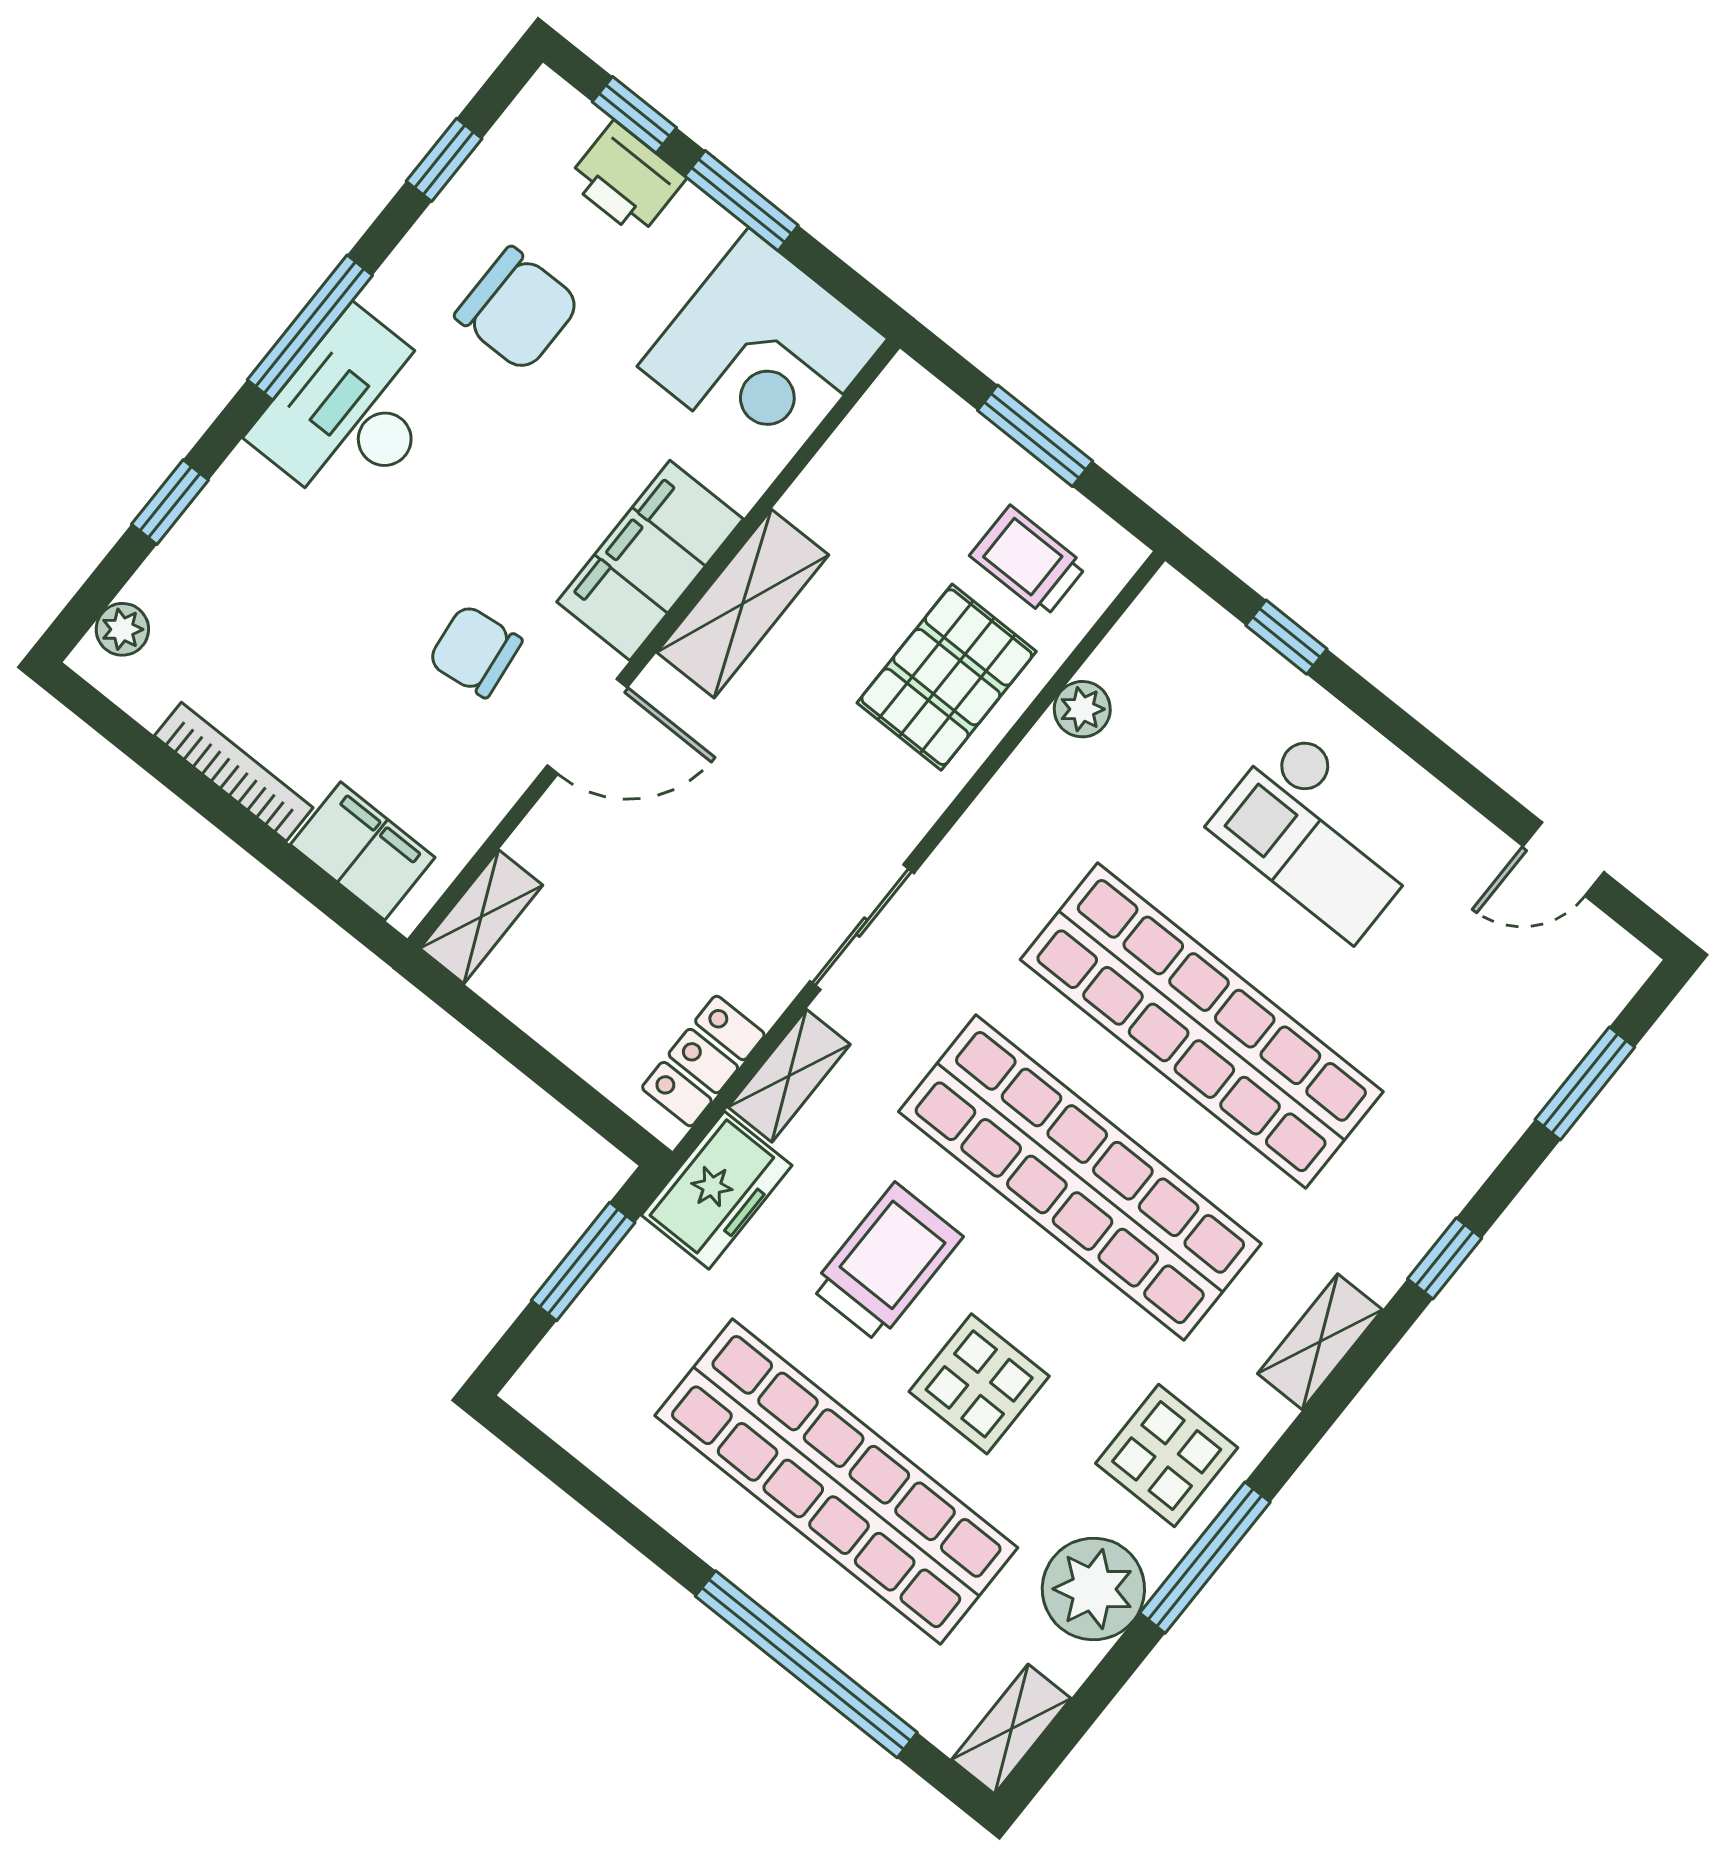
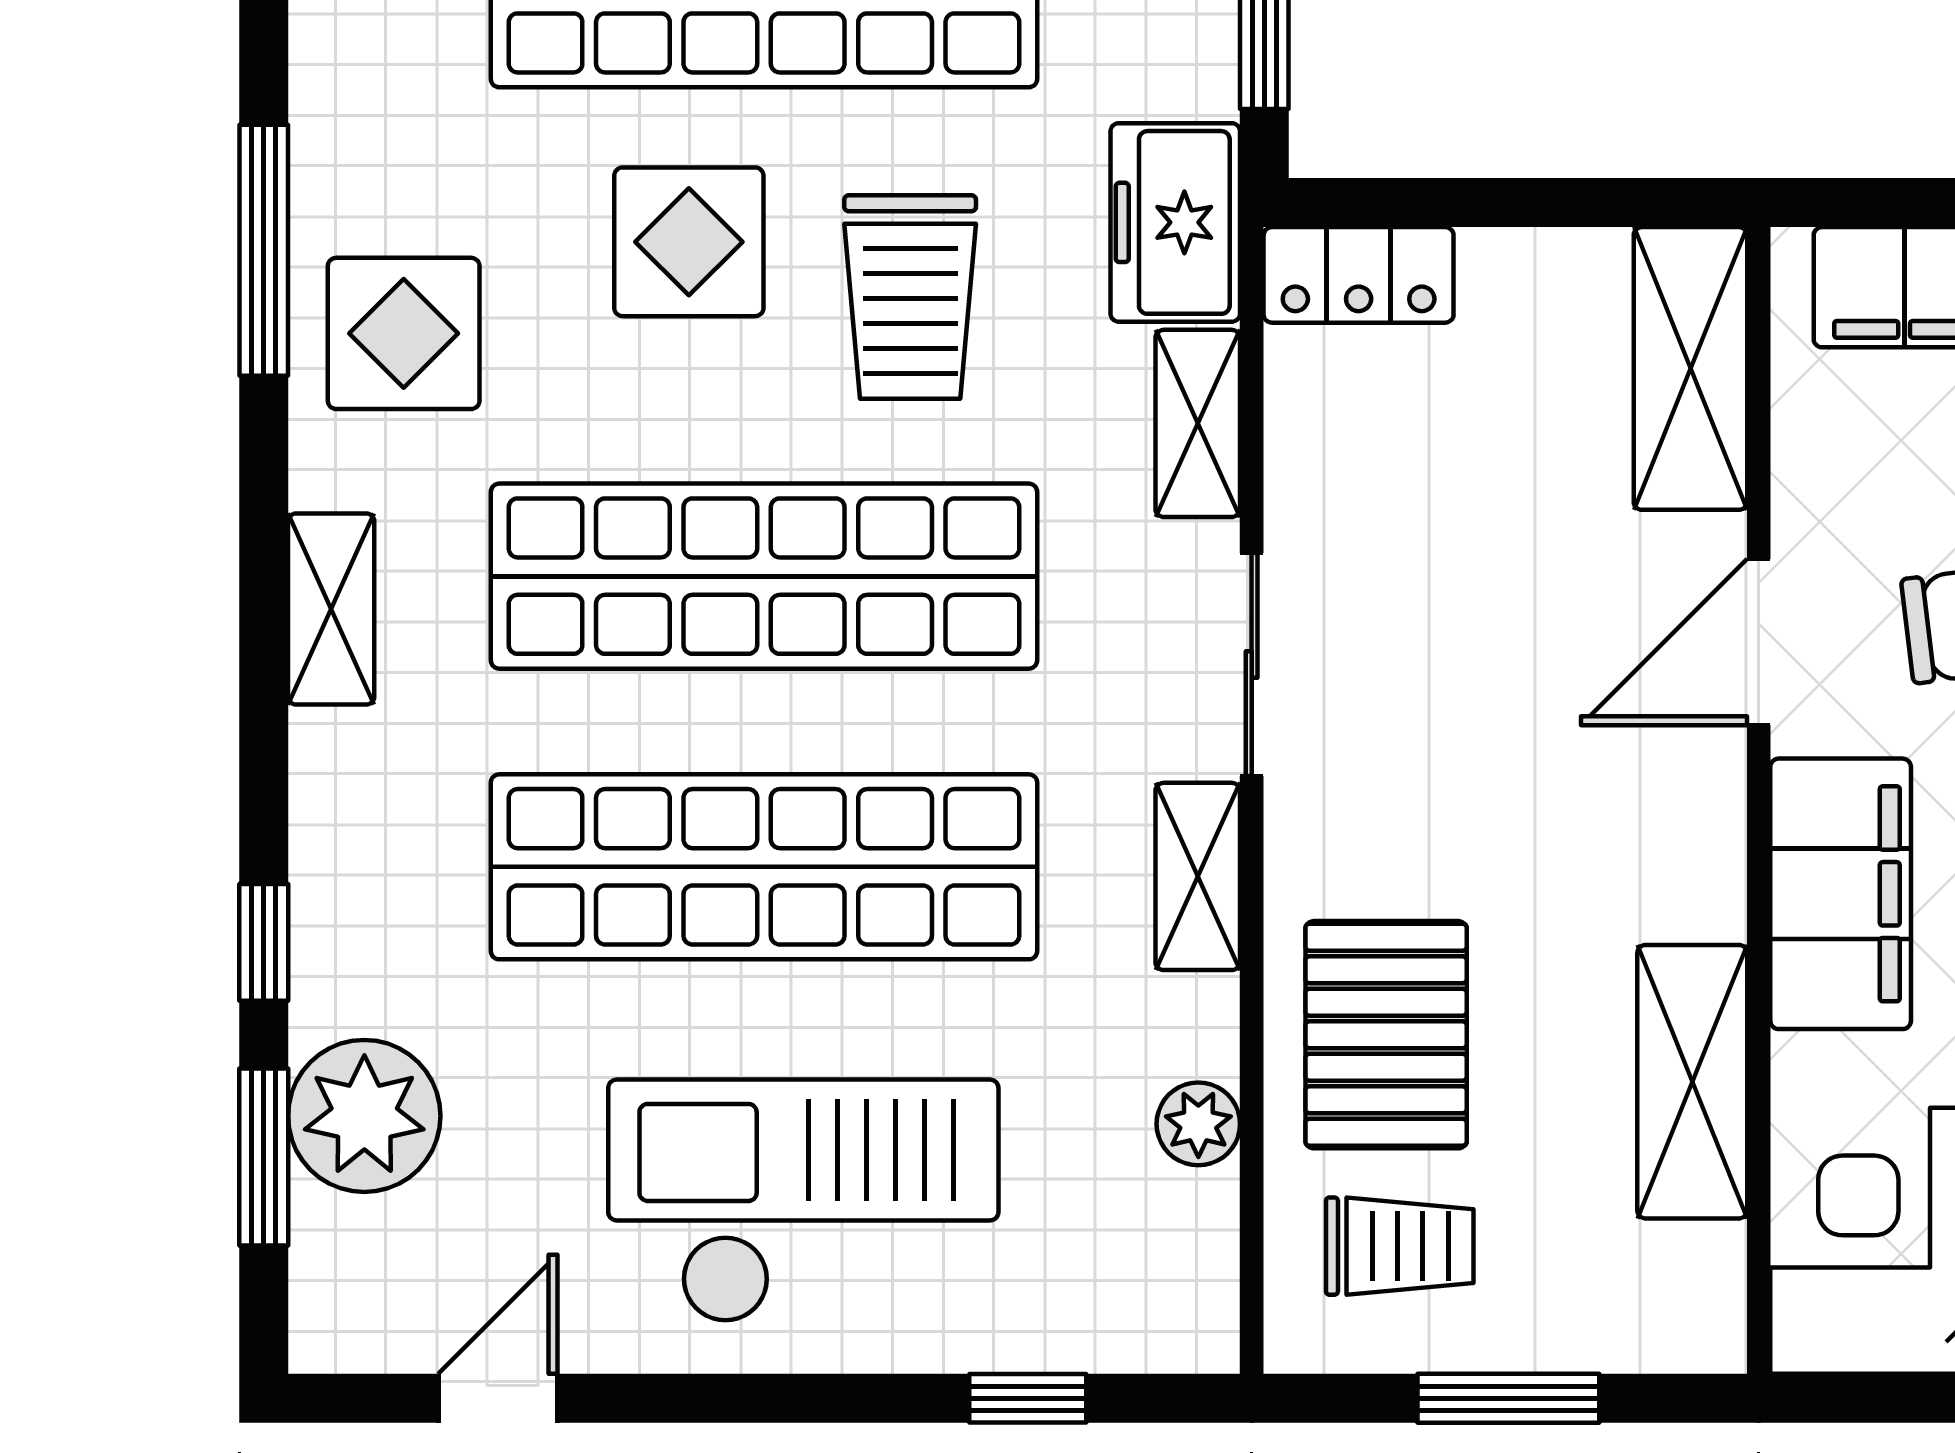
shelving: (743, 604) -> (1692, 1082), moved
checkout: (1321, 834) -> (803, 1201), width x1.36, depth x1.21
shelving: (979, 839) -> (1198, 876), added
shelving: (481, 917) -> (1690, 368), width x1.50, depth x1.33
locker: (703, 1061) -> (1359, 275), moved, turned 90
window: (1445, 1258) -> (264, 942), moved
plant: (1093, 1589) -> (364, 1116), moved

